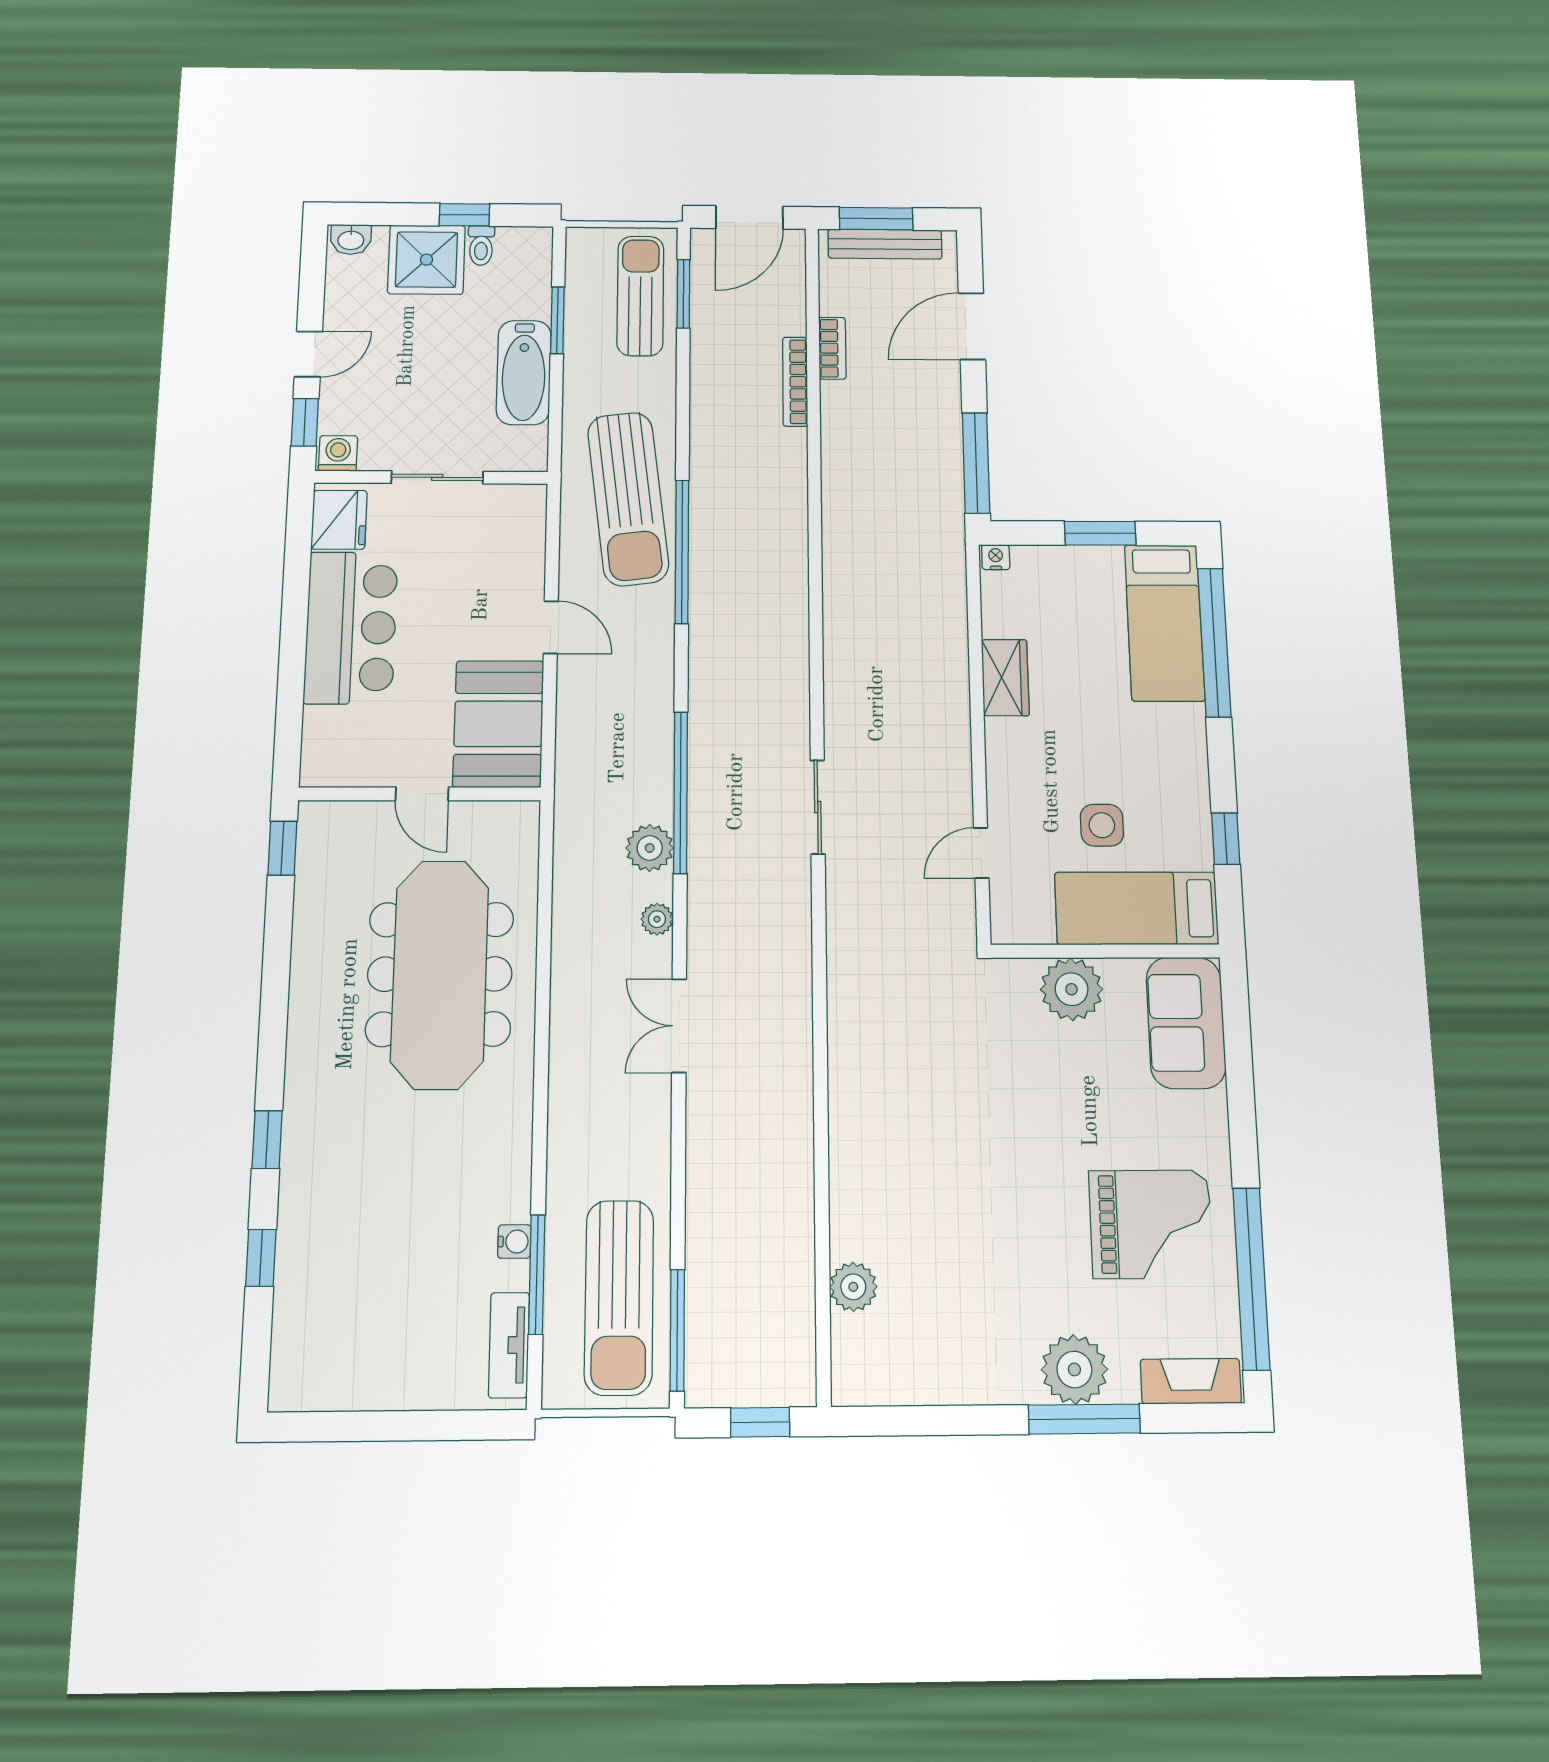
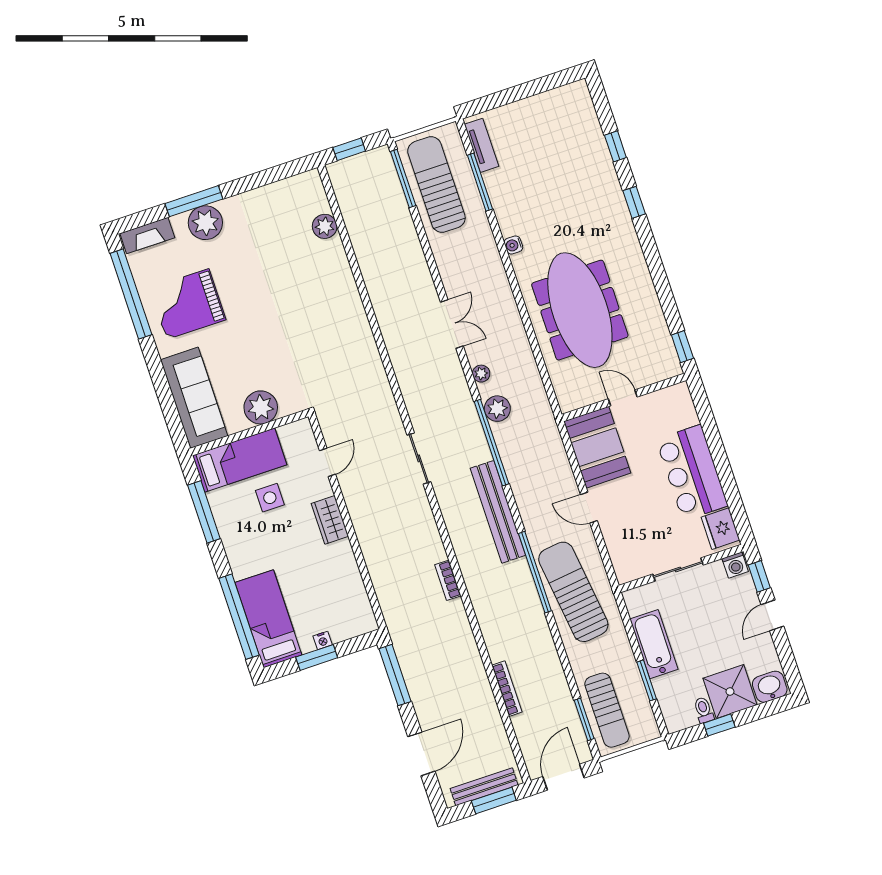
washbasin: (351, 239) -> (770, 687), width x1.38, depth x1.45
bookcase: (832, 348) -> (448, 580), moved
nightstand: (996, 557) -> (323, 640), moved
bench: (710, 671) -> (498, 512), added
wardrobe: (1005, 678) -> (330, 520), moved
window: (1226, 839) -> (204, 512), width x2.17
sofa: (1186, 1023) -> (194, 398), width x1.36
water cooler: (514, 1242) -> (513, 245), moved

